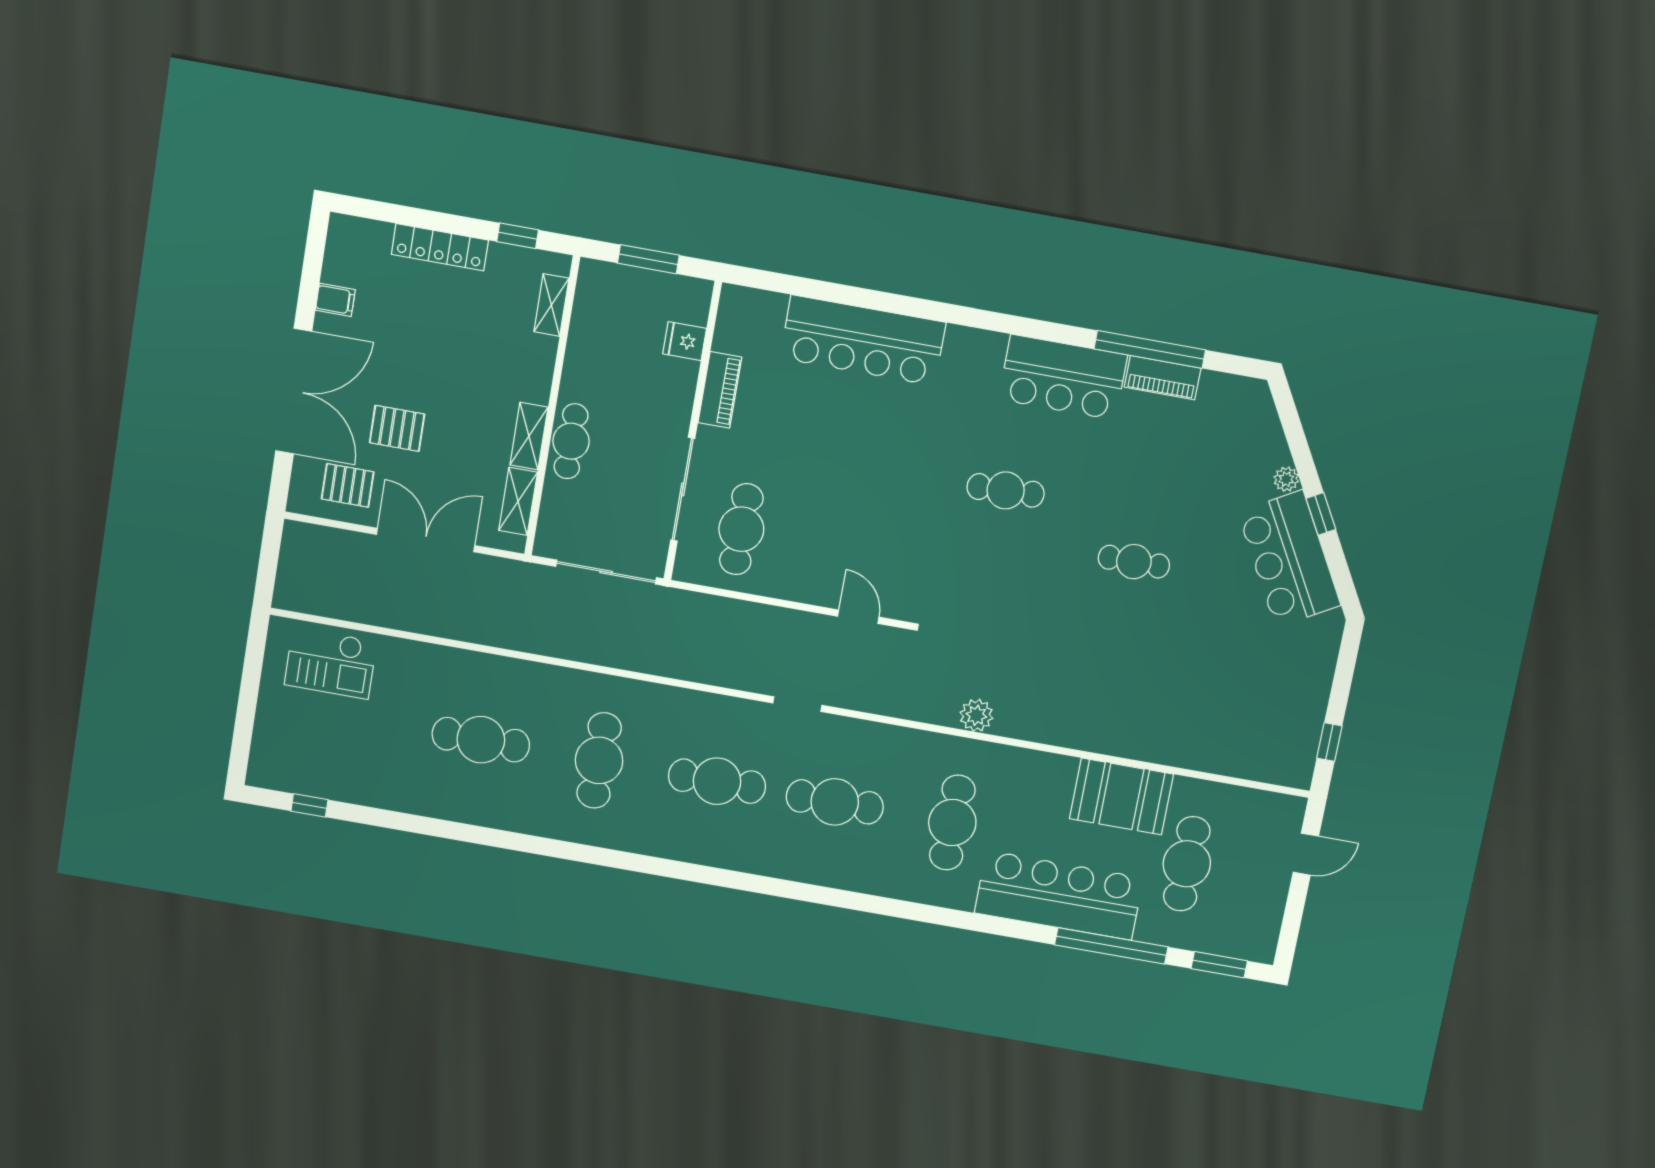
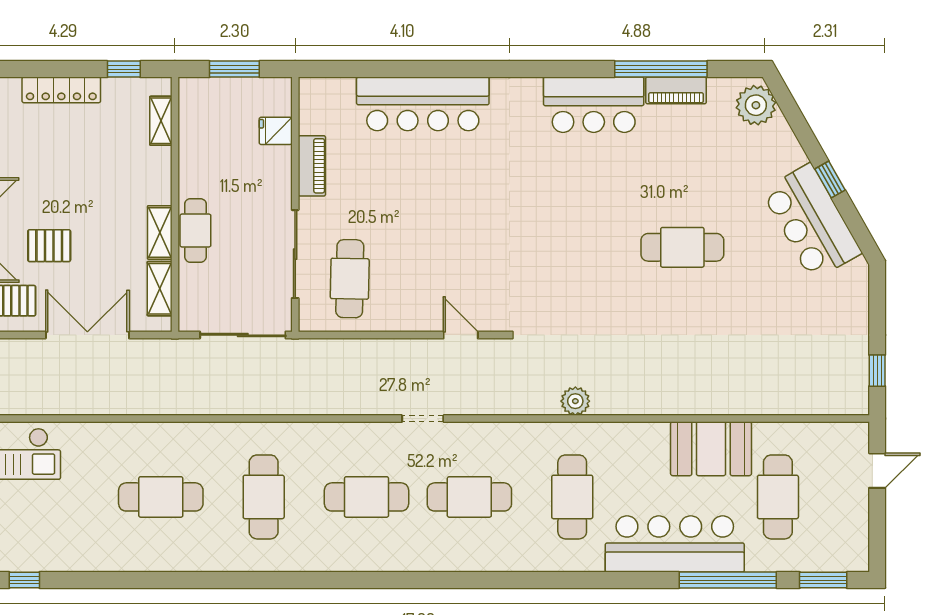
plant: (1286, 479) -> (756, 105), moved, width x1.87, depth x1.87
cafe table: (1006, 490) -> (564, 207), removed
cafe table: (1134, 562) -> (682, 247), width x1.37, depth x1.35

